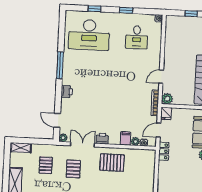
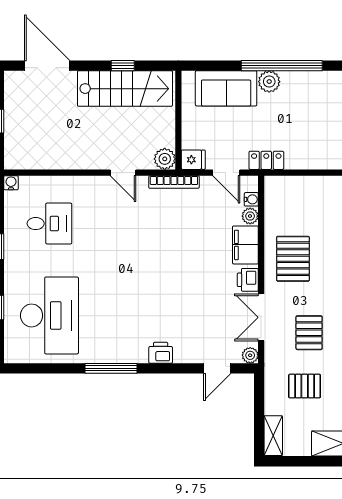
filing cabinet: (125, 138) -> (245, 245), width x2.00
pallet: (73, 169) -> (309, 333), turned 90

